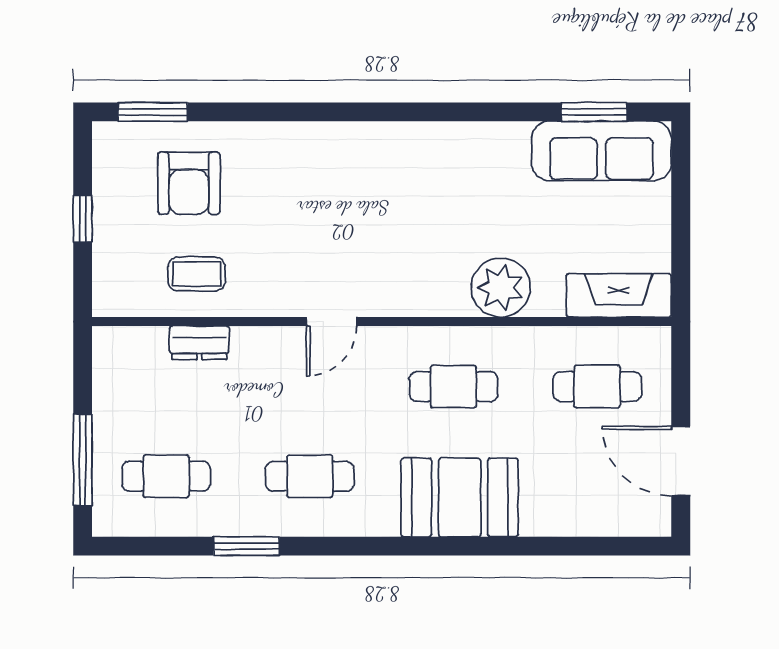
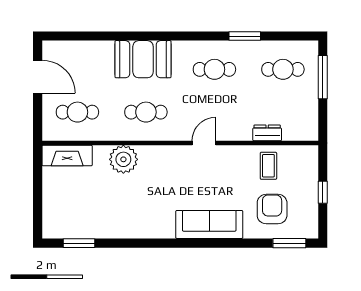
sofa: (601, 151) -> (209, 224), moved
coffee table: (197, 274) -> (268, 166), turned 90

